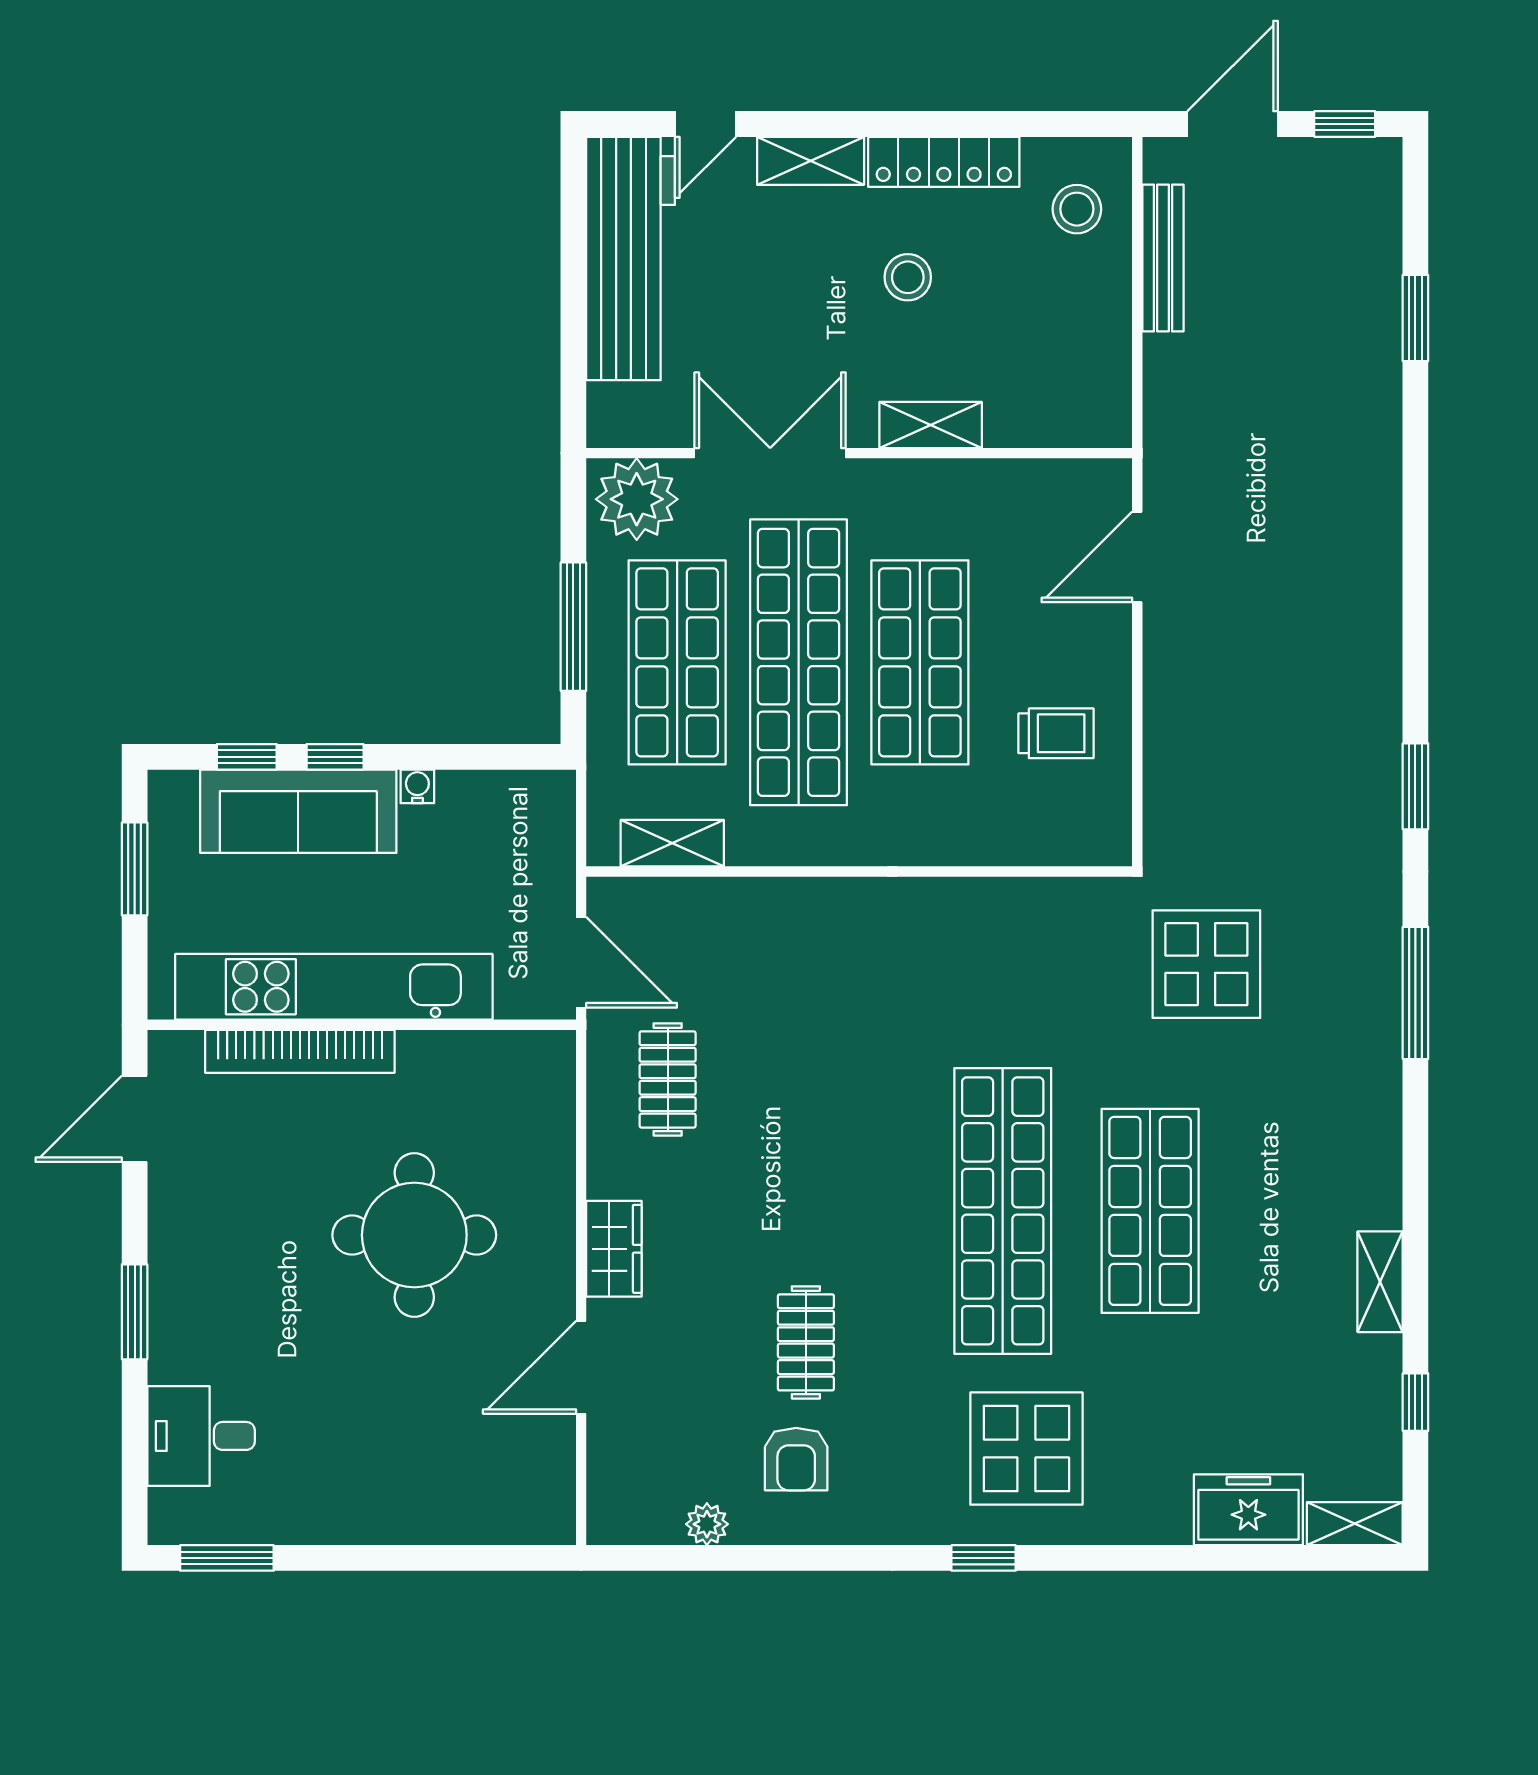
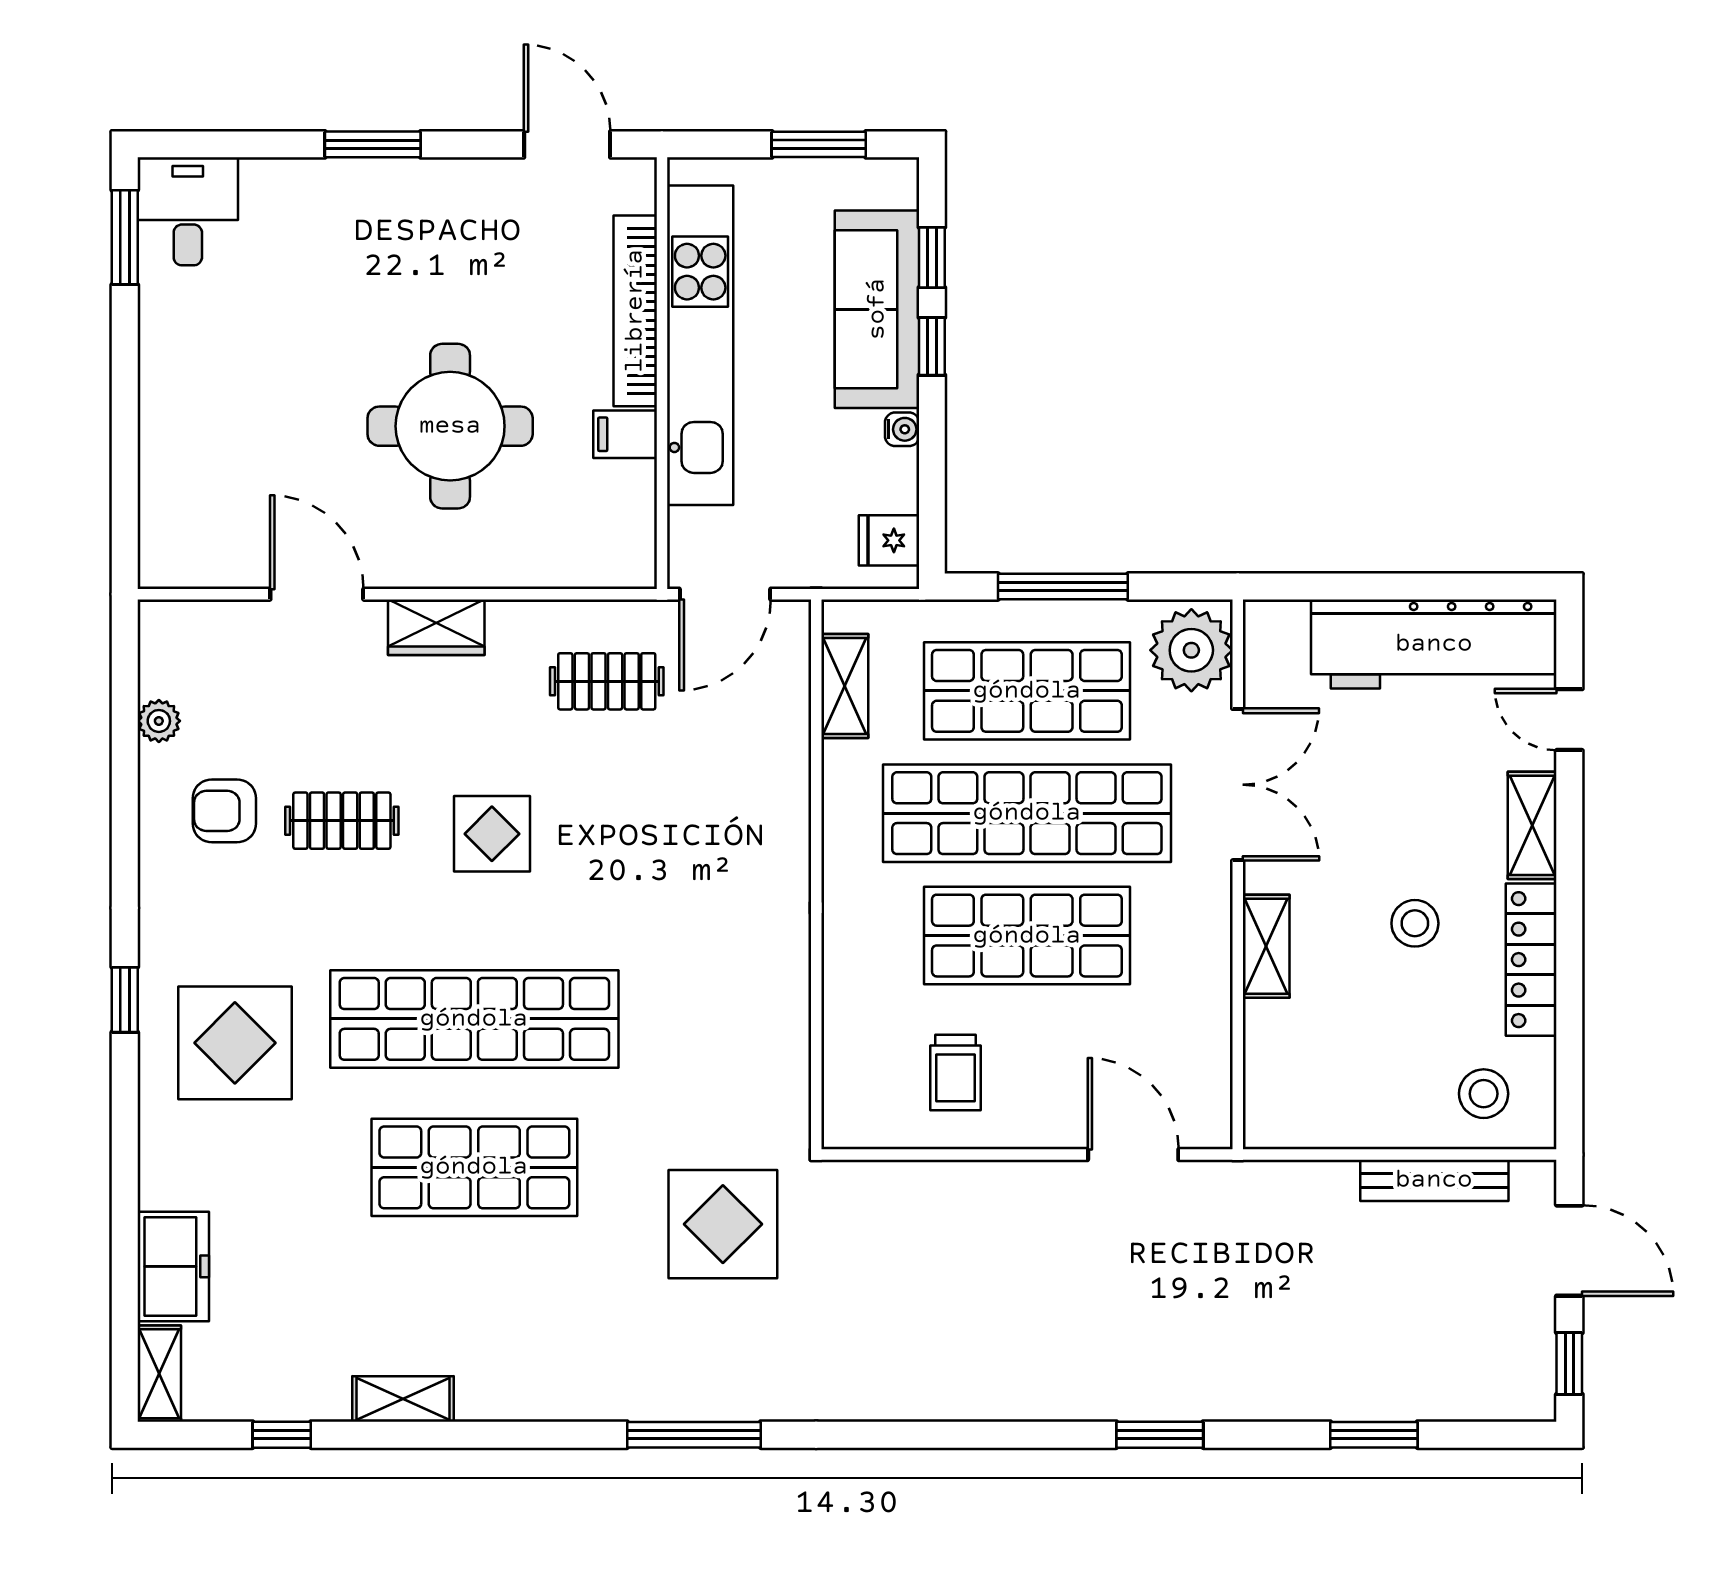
window: (1415, 786) -> (1160, 1435), moved
fridge: (528, 799) -> (889, 540), added
filing cabinet: (422, 1061) -> (625, 434), added
display table: (819, 1193) -> (492, 834), added
desk: (201, 1436) -> (188, 211), moved

